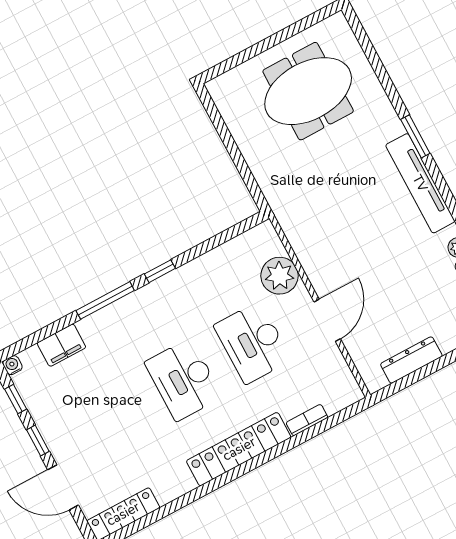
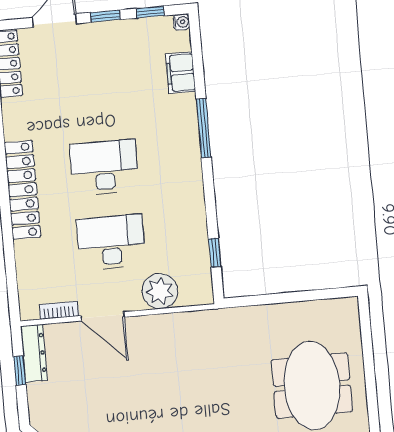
window: (160, 271) -> (215, 253), moved
dresser: (411, 360) -> (34, 353), moved
window: (413, 378) -> (20, 371), added
bookcase: (307, 420) -> (59, 310), moved, turned -90

